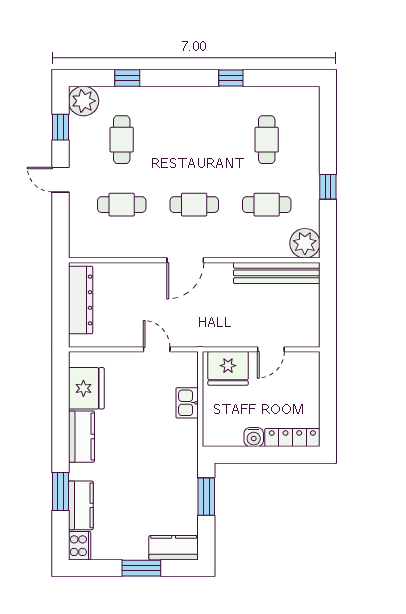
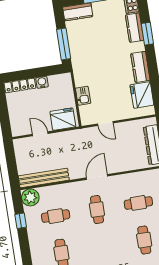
window: (328, 187) -> (21, 221), moved
cafe table: (194, 205) -> (97, 210), turned 90
door: (271, 349) -> (40, 134), hinge flipped
window: (206, 497) -> (64, 44), width x1.44

